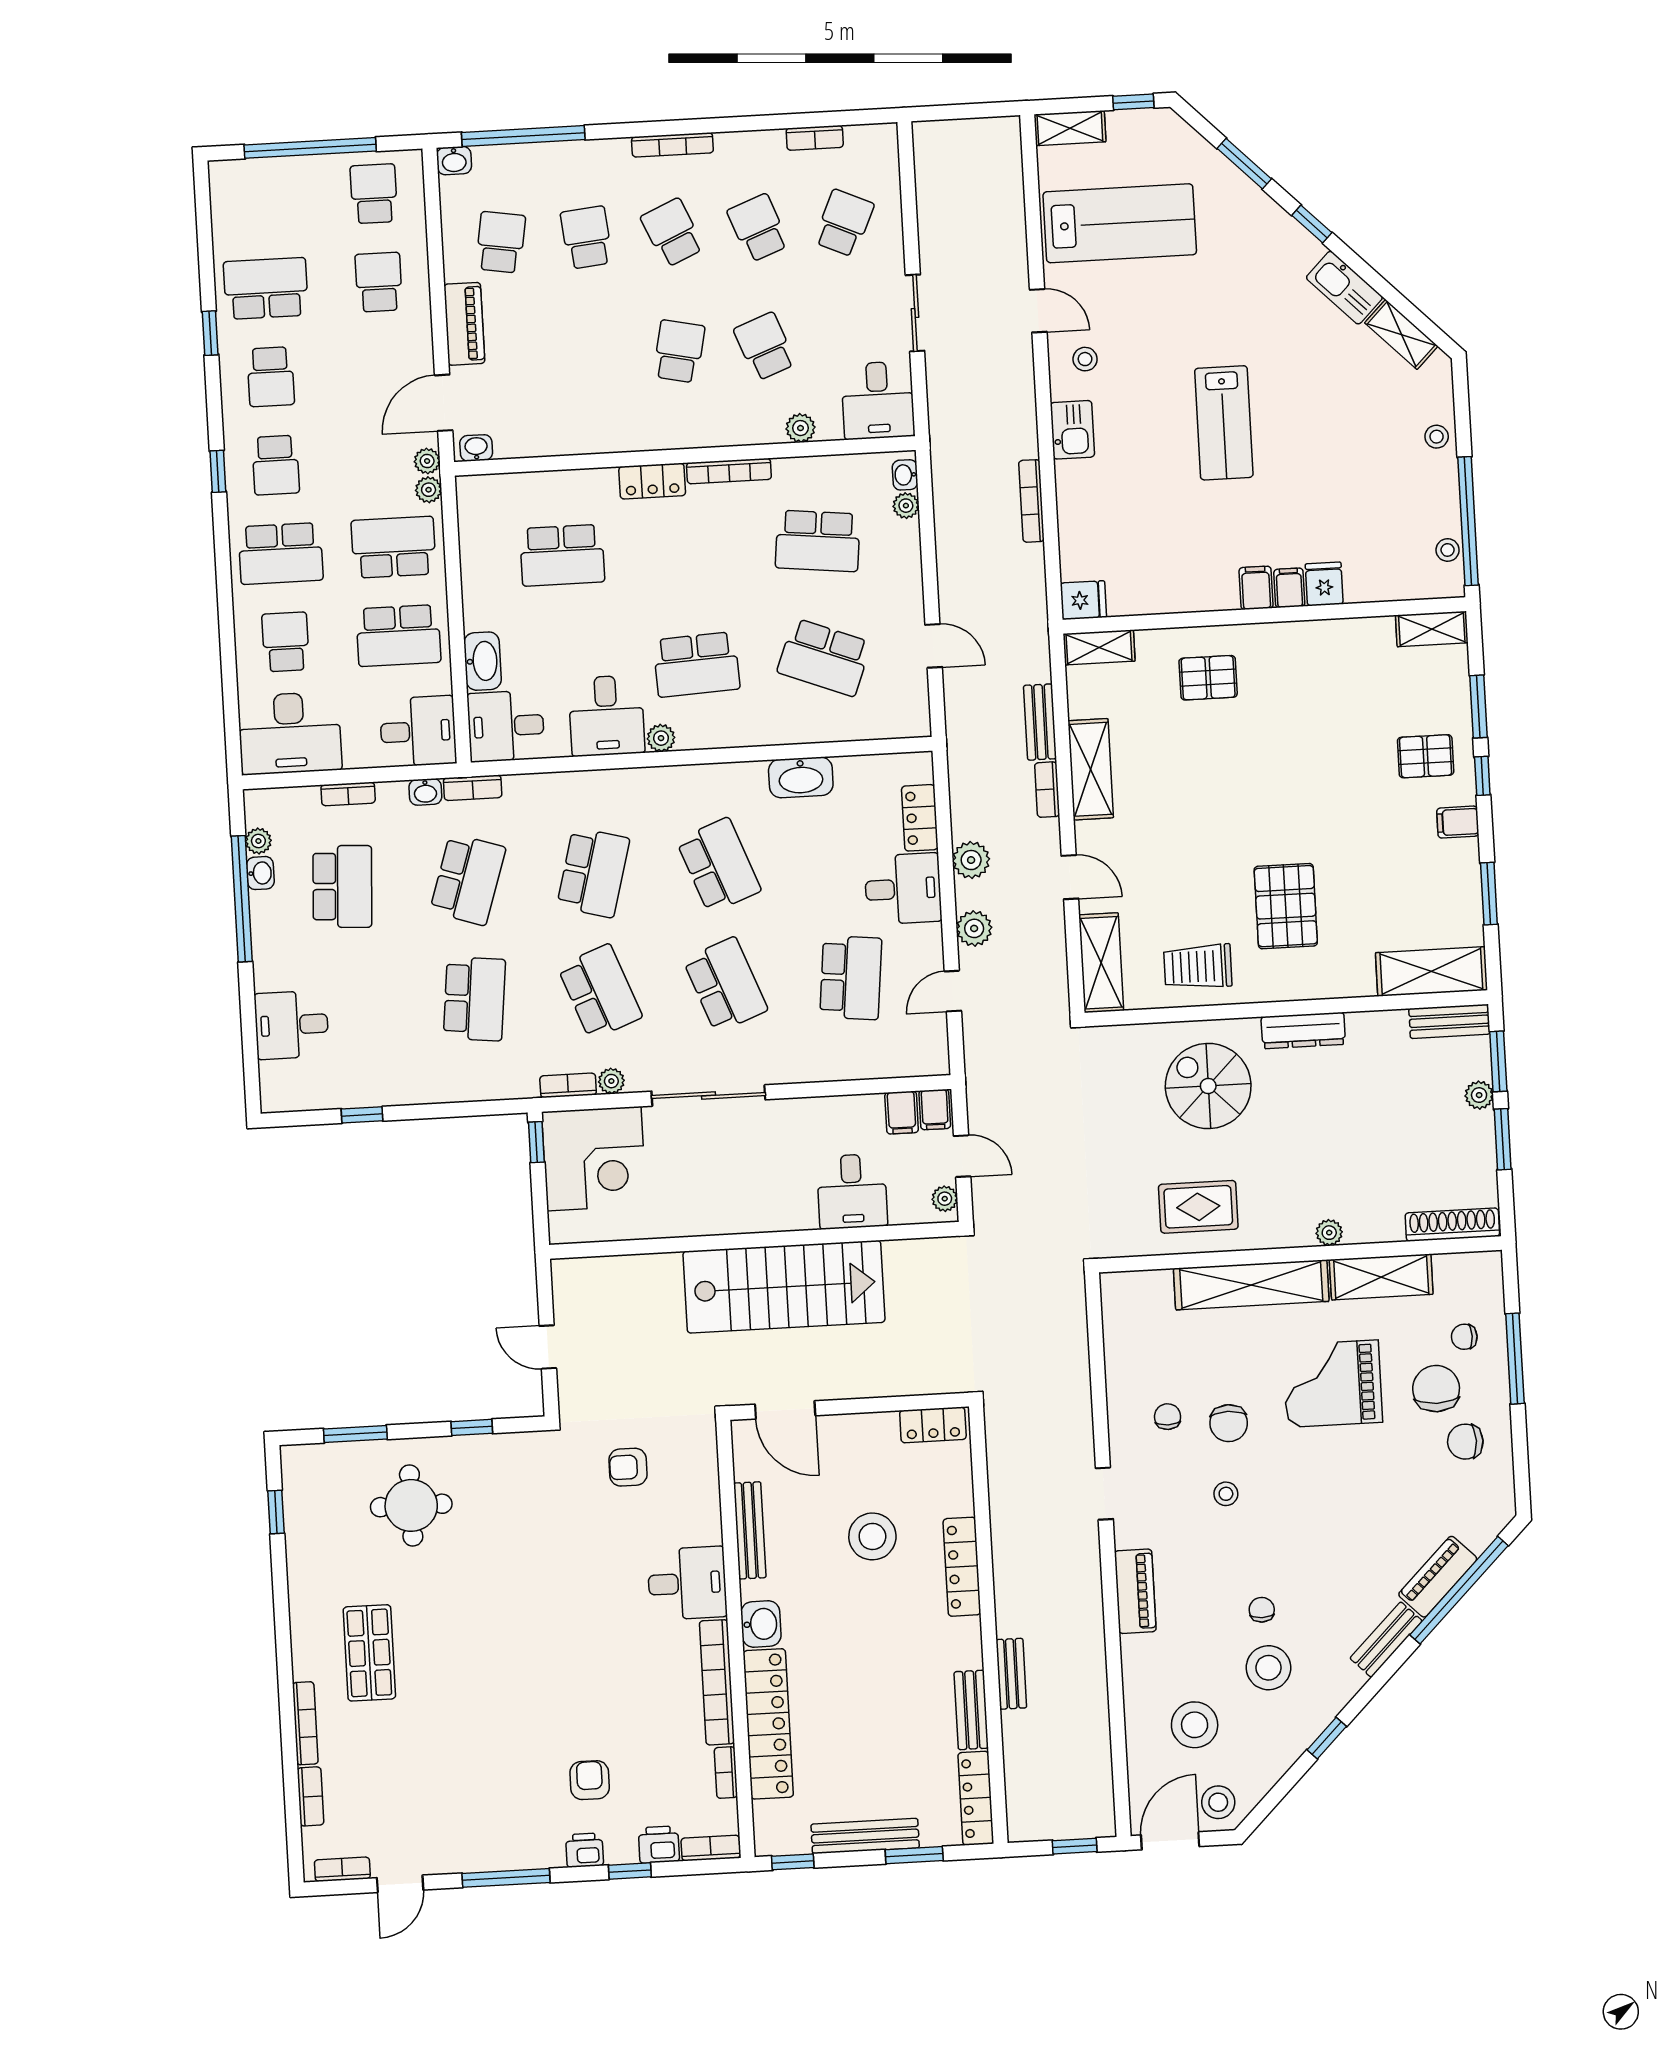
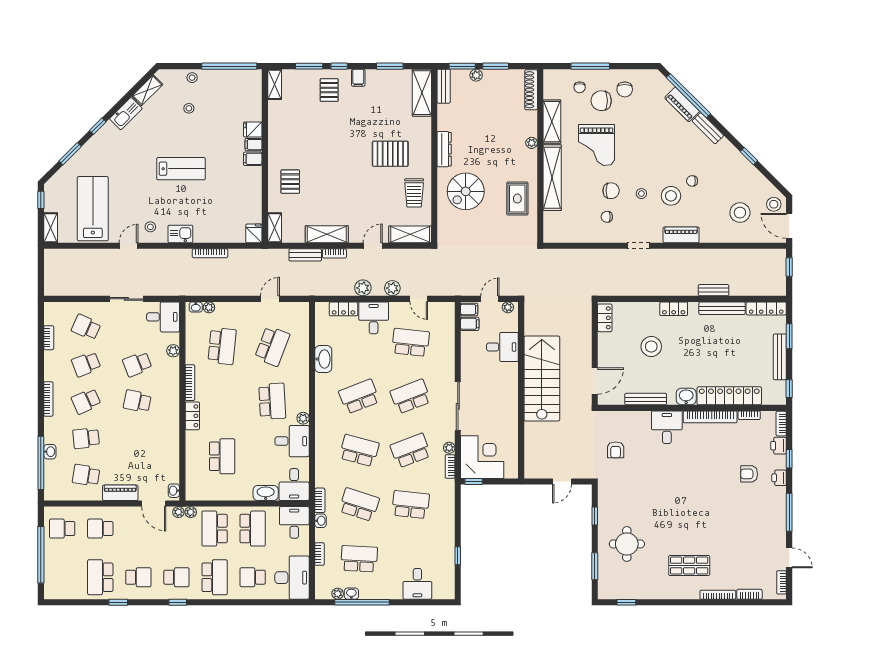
washbasin: (454, 161) -> (50, 452), moved
stool: (1448, 550) -> (189, 108), moved
locker: (962, 1567) -> (674, 309), width x0.66
stool: (1268, 1668) -> (671, 196), moved
bench: (971, 1710) -> (722, 308), width x1.36

